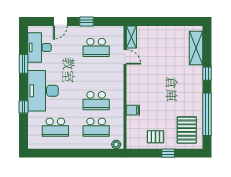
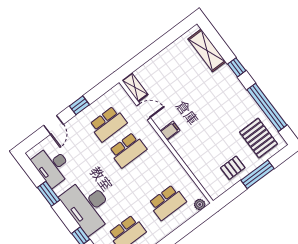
school desk: (96, 101) -> (128, 150), moved
filing cabinet: (133, 110) -> (170, 131), moved
window: (168, 153) -> (257, 174), width x2.17

